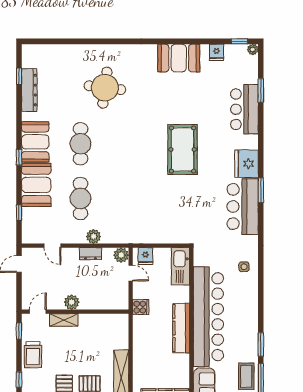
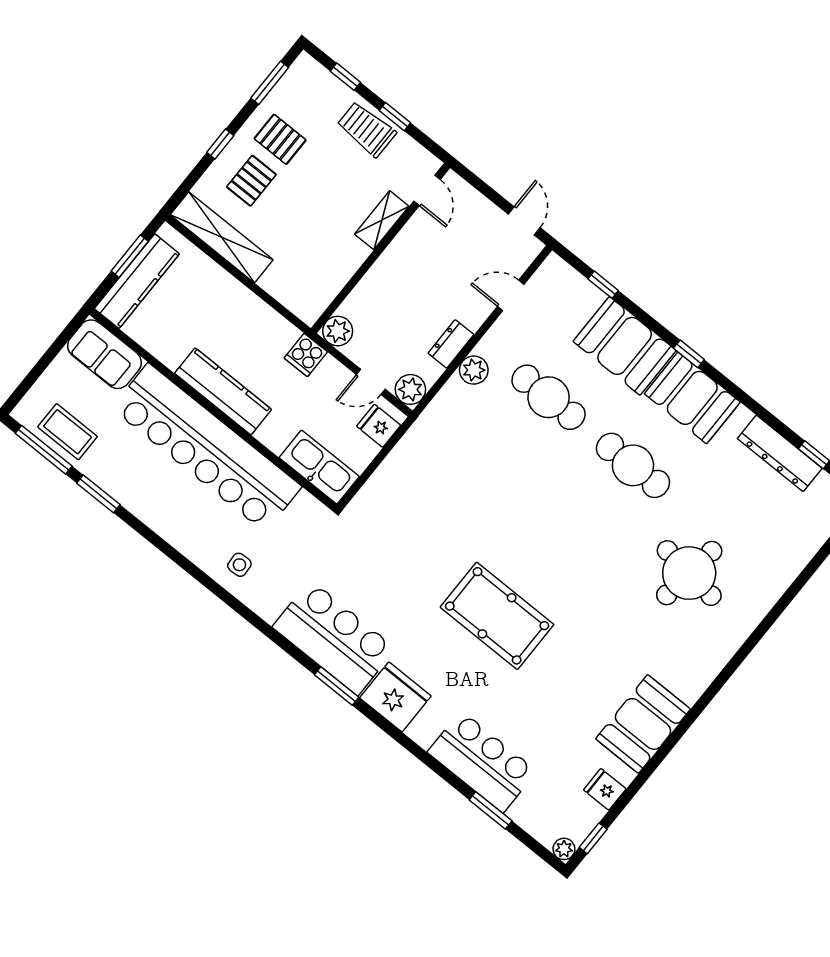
plant: (72, 302) -> (338, 331), moved
window: (19, 331) -> (395, 117), moved

